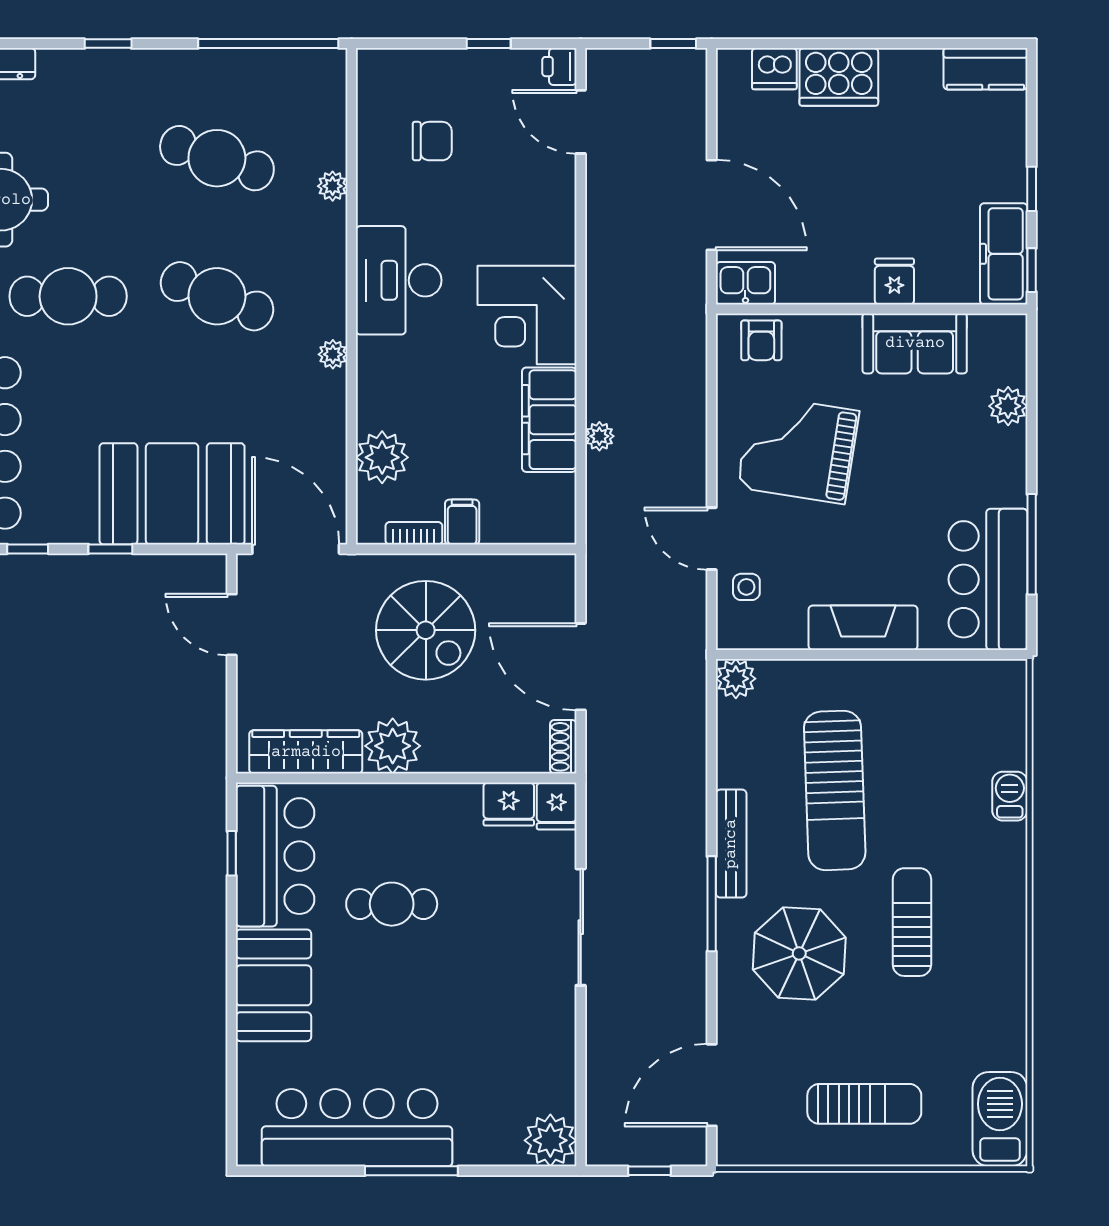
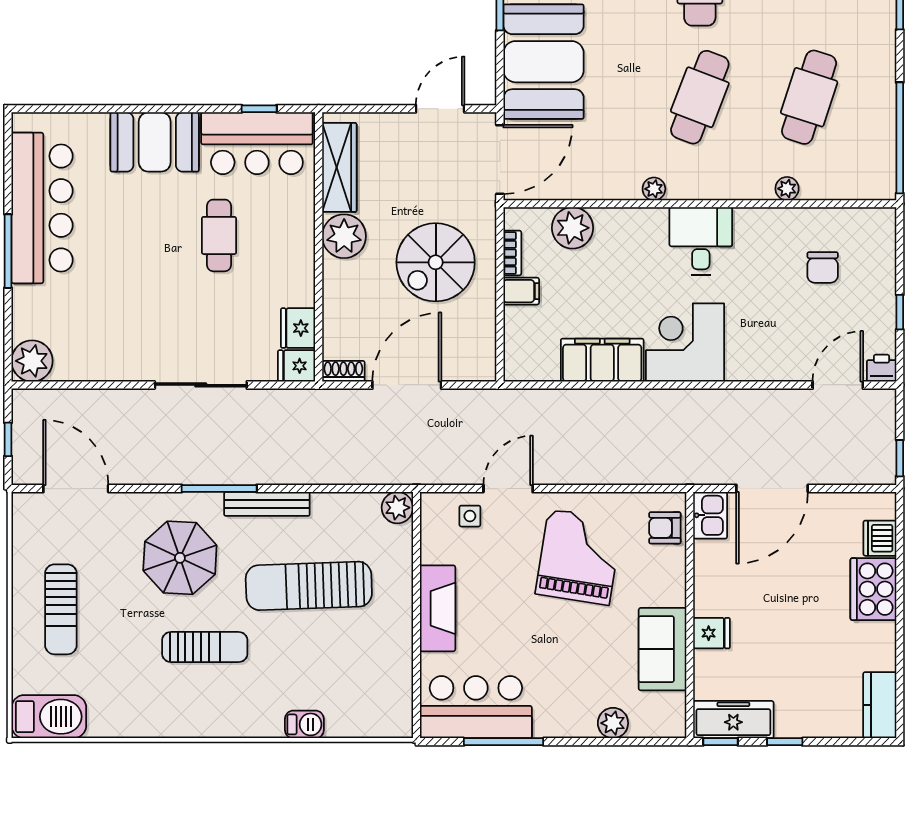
desk: (399, 280) -> (701, 241), width x0.73
plant: (599, 436) -> (589, 400), removed

